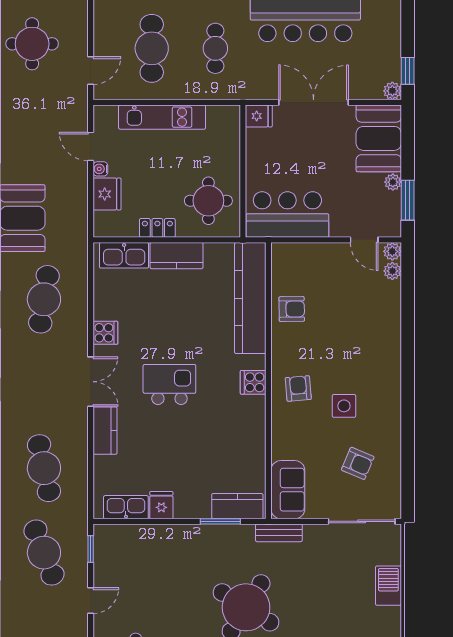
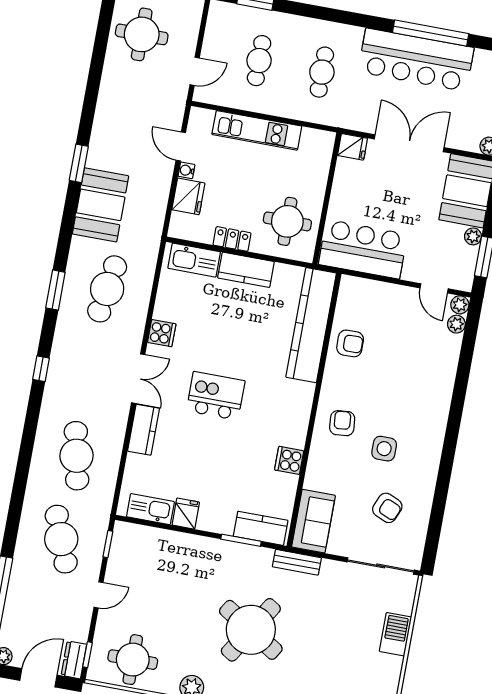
cafe table: (152, 48) -> (259, 61), width x0.73, depth x0.74
cooker: (253, 382) -> (289, 460), moved

